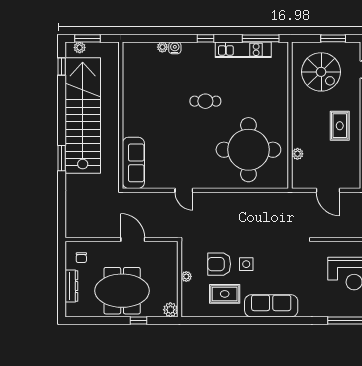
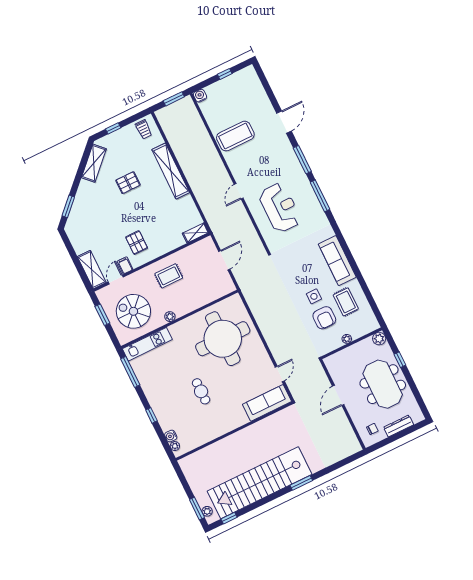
kitchen unit: (243, 50) -> (147, 344), moved, turned 90
spiral stairs: (321, 72) -> (133, 311), turned -90
wall: (121, 115) -> (234, 431), moved
plant: (297, 154) -> (170, 317), moved
sofa: (133, 163) -> (267, 403), moved

